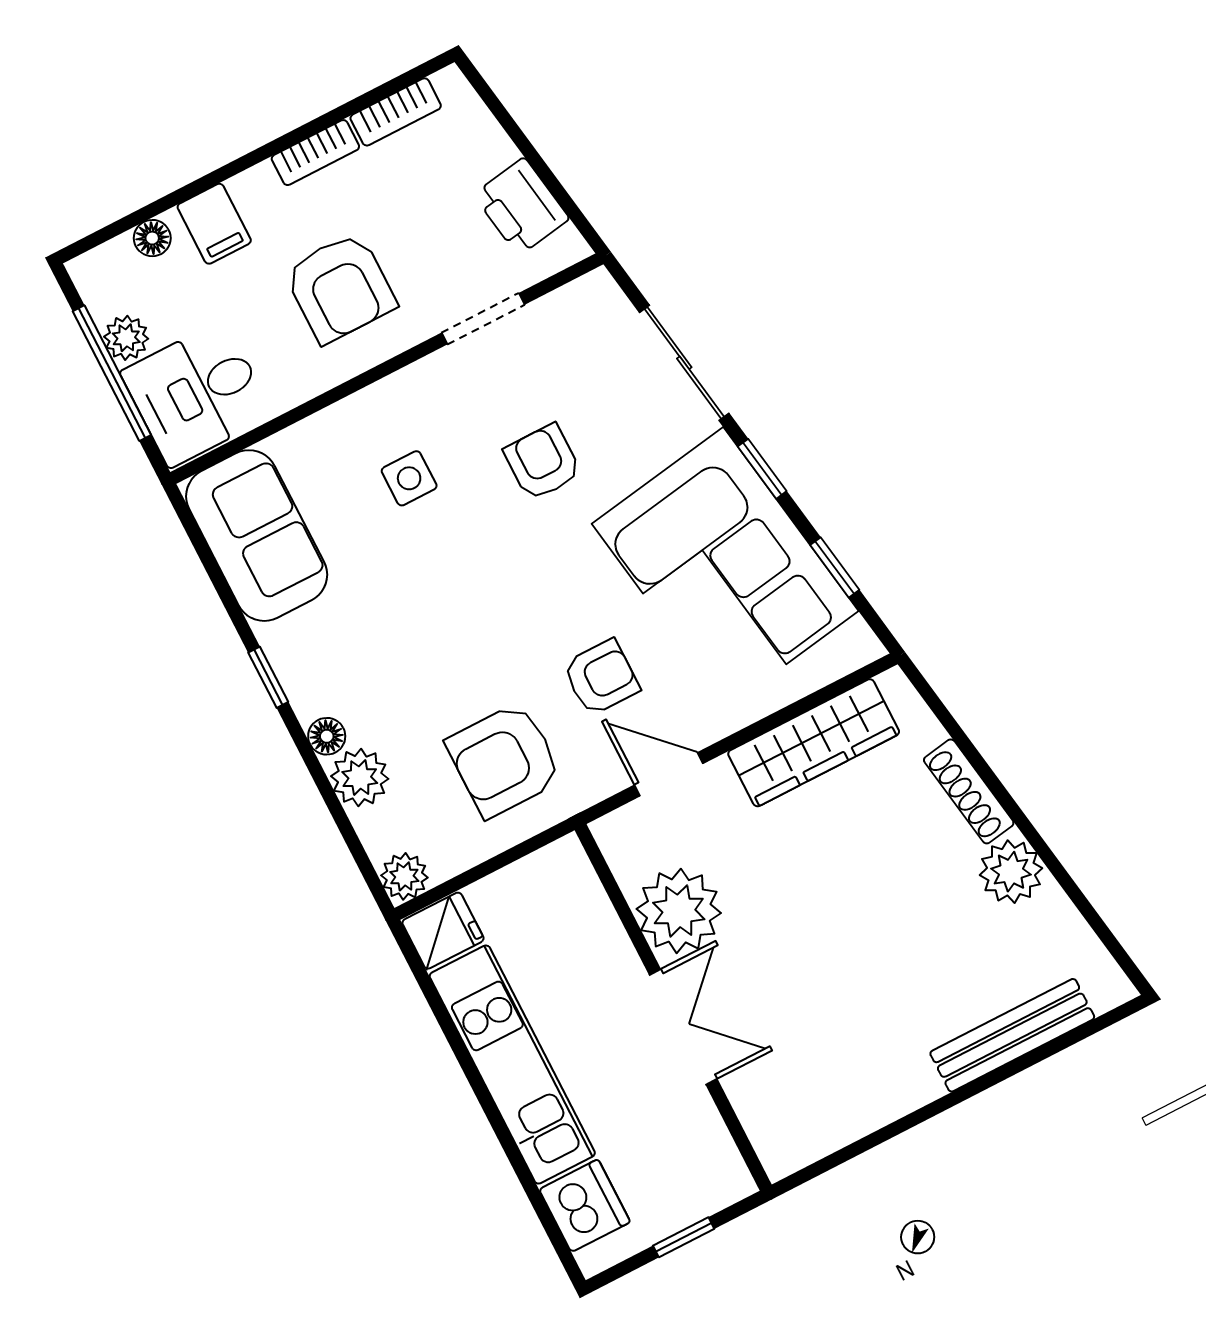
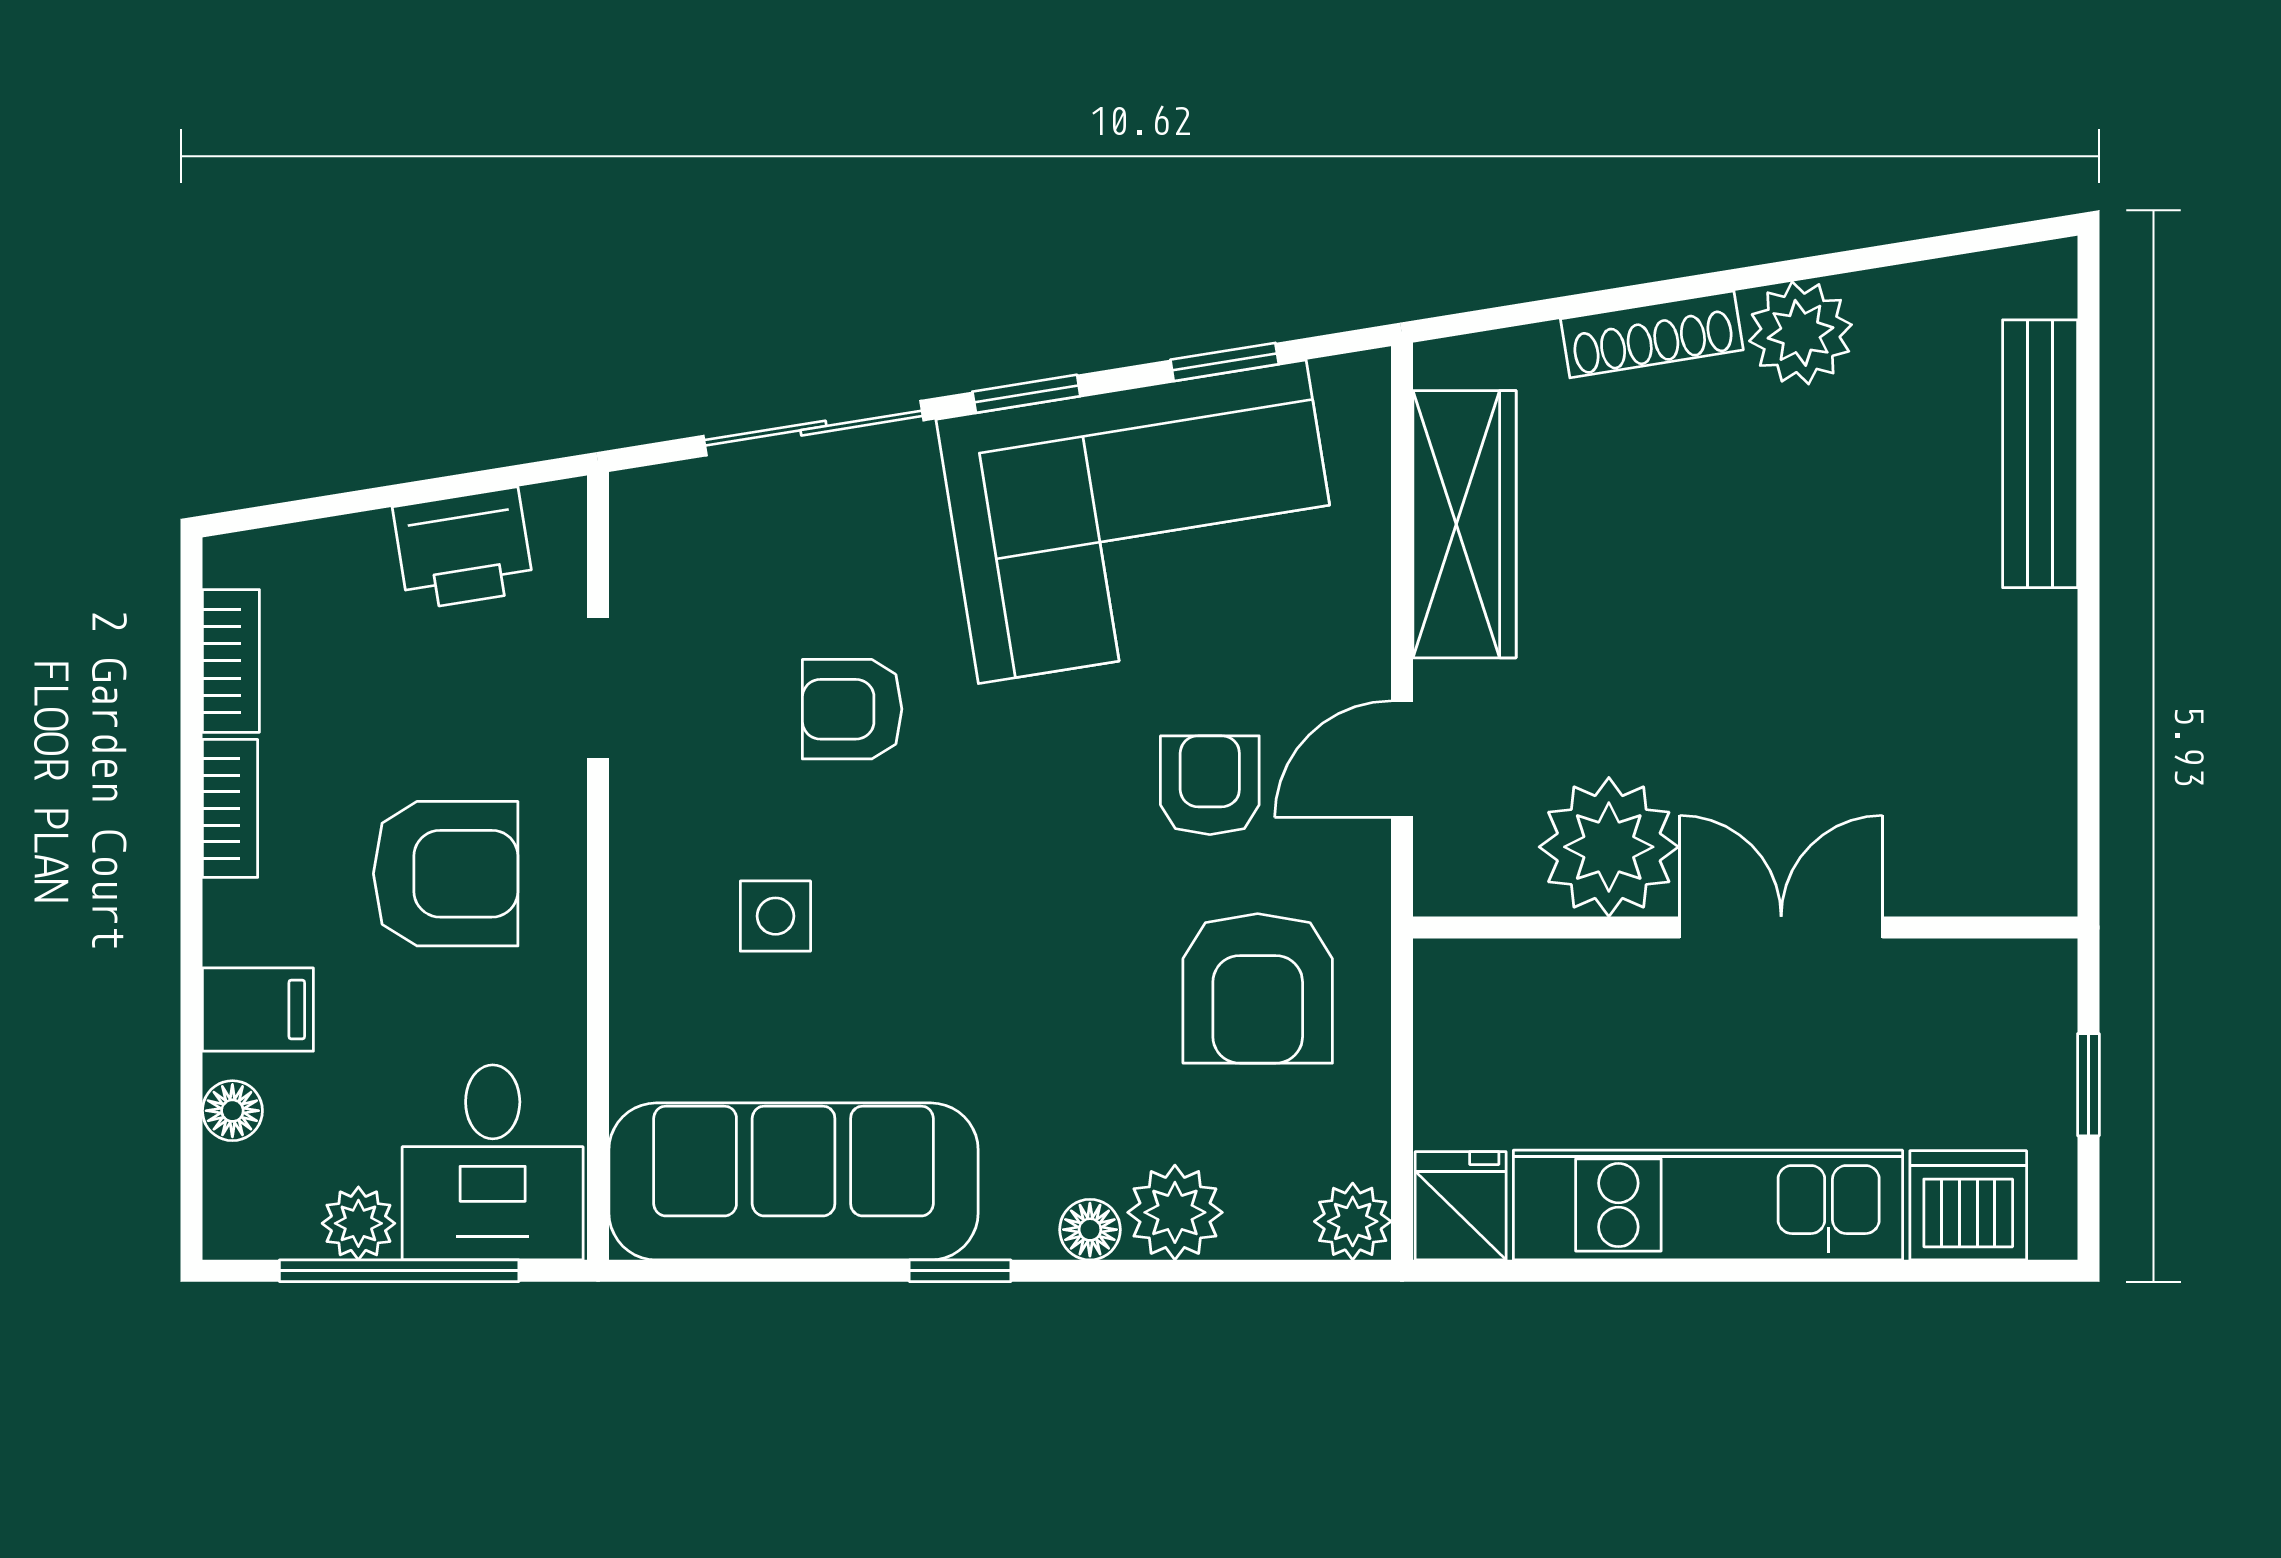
sofa: (257, 536) -> (794, 1181), width x1.36

